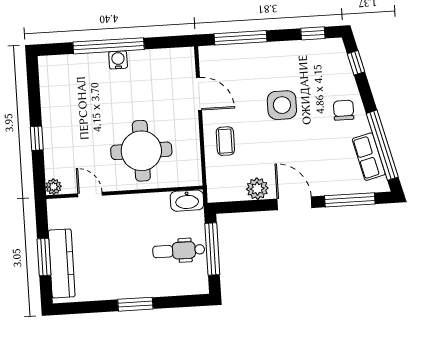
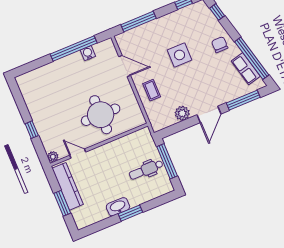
window: (109, 46) -> (74, 49), moved
water cooler: (118, 60) -> (88, 53), moved
washbasin: (187, 201) -> (118, 207), moved, turned 180
door: (294, 203) -> (209, 114), swing flipped
kitchen counter: (62, 263) -> (68, 186), moved

